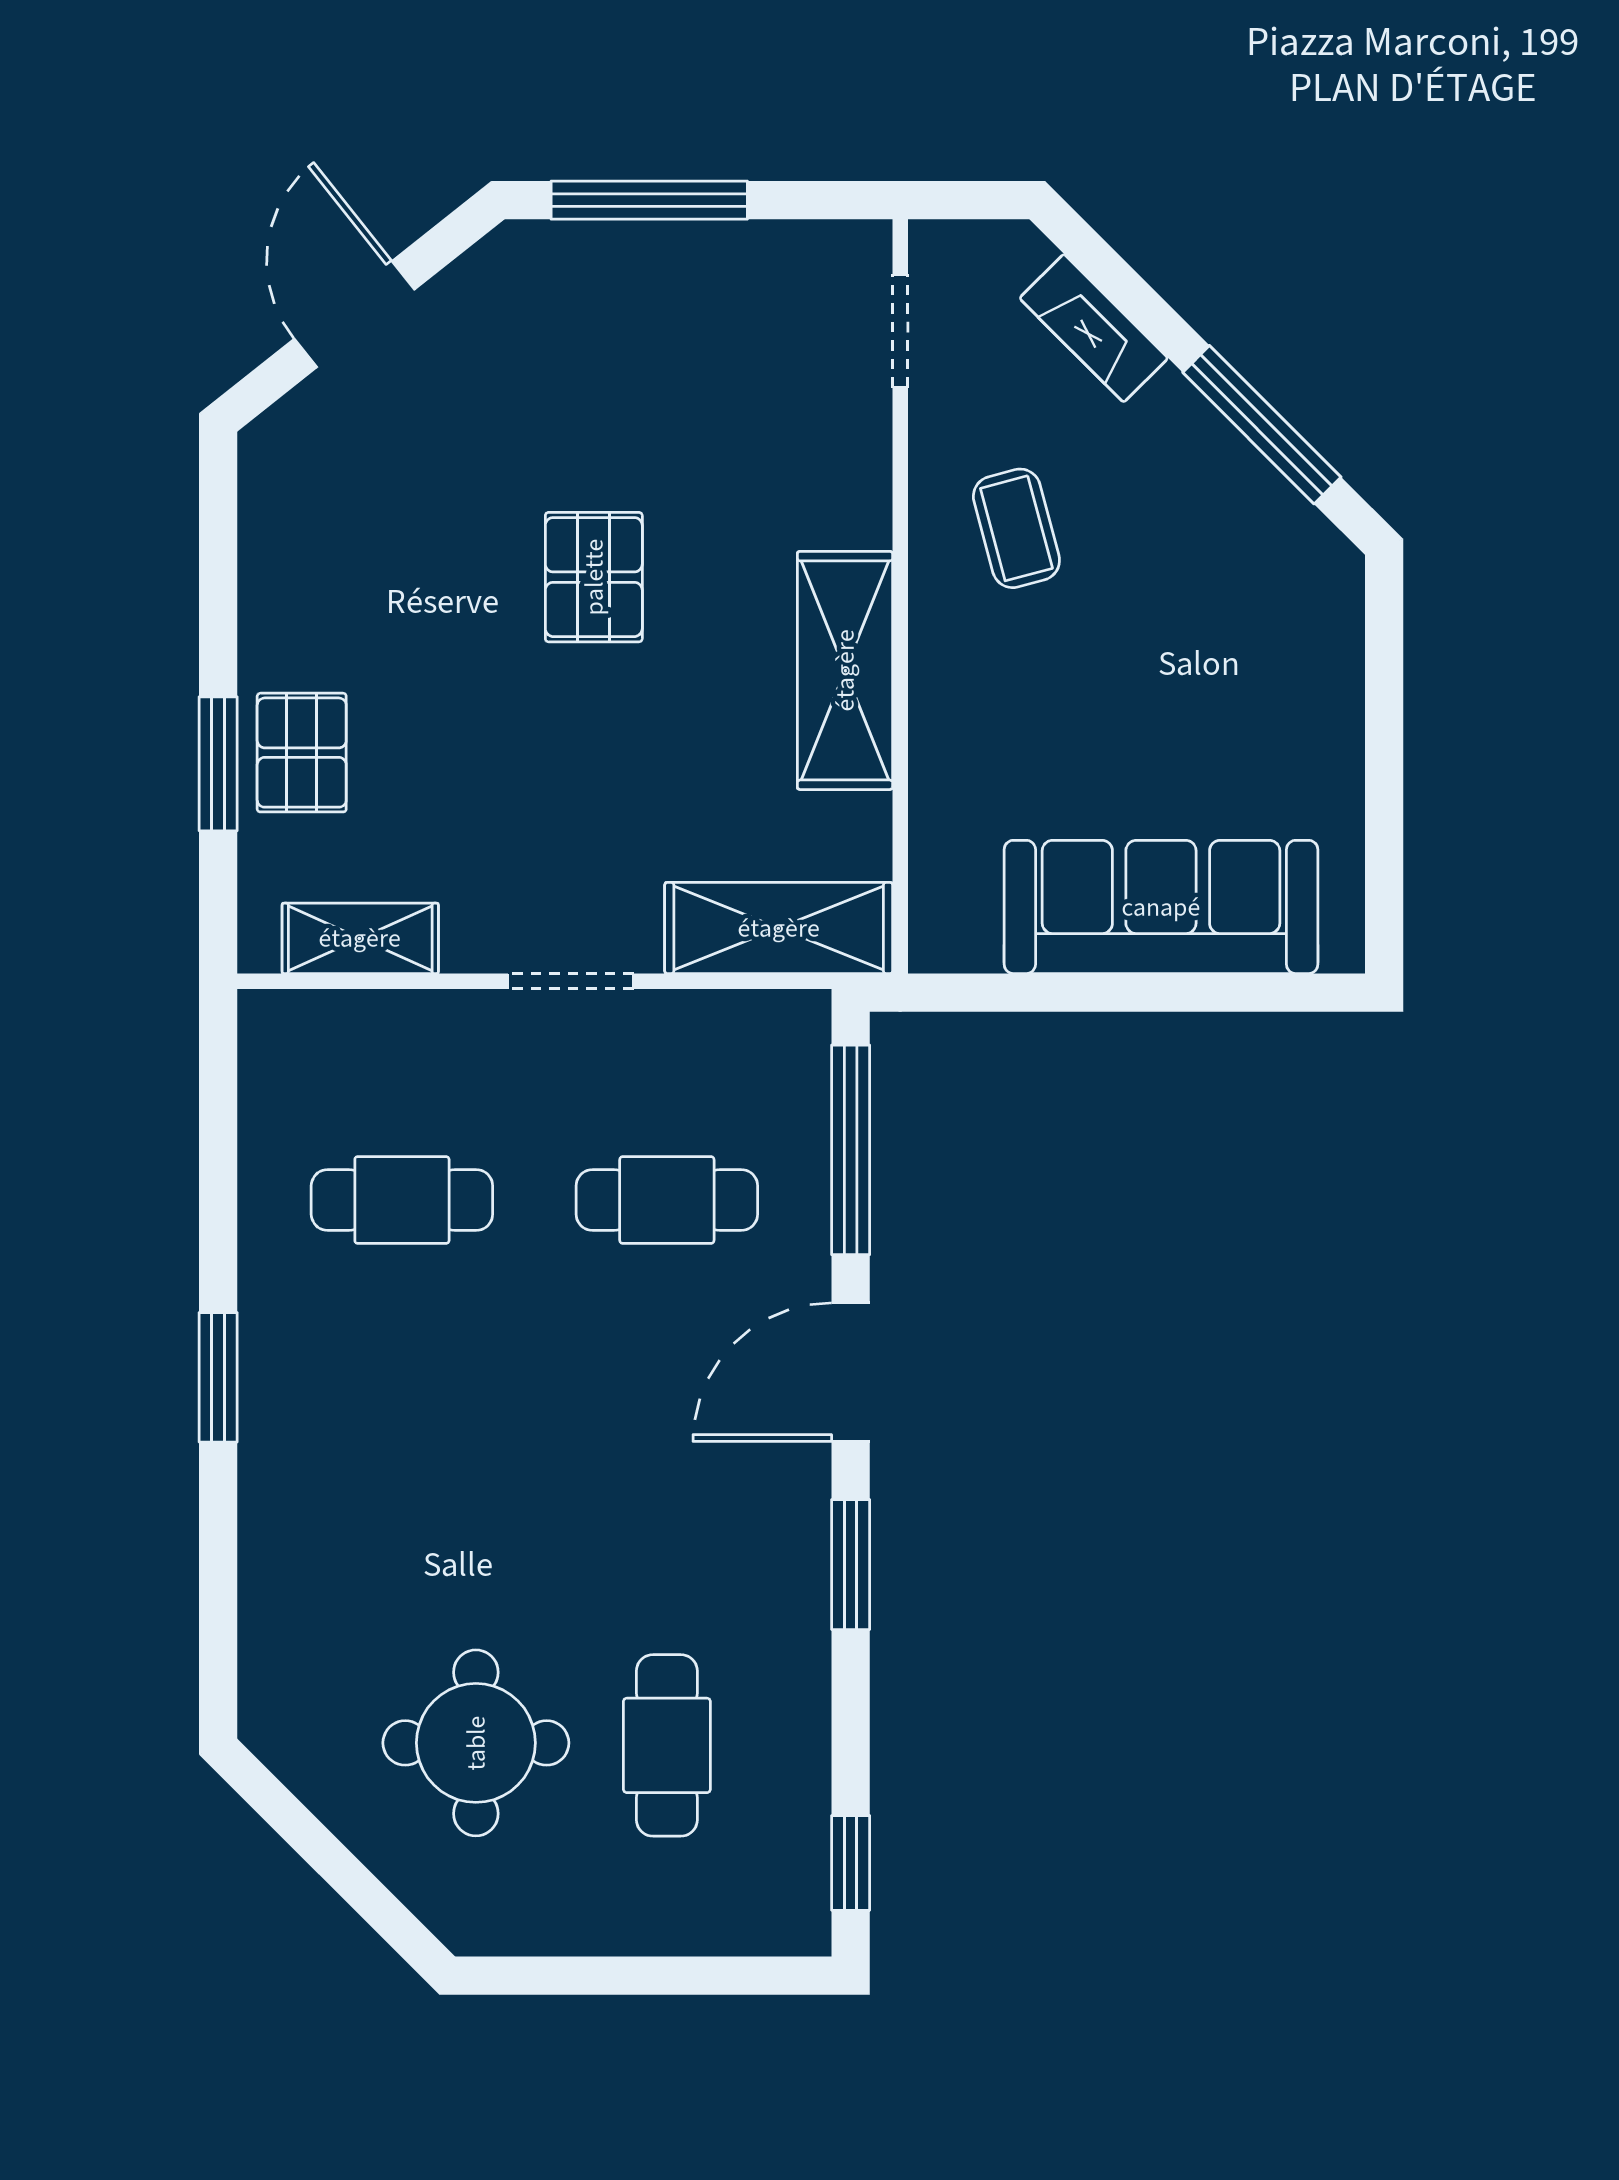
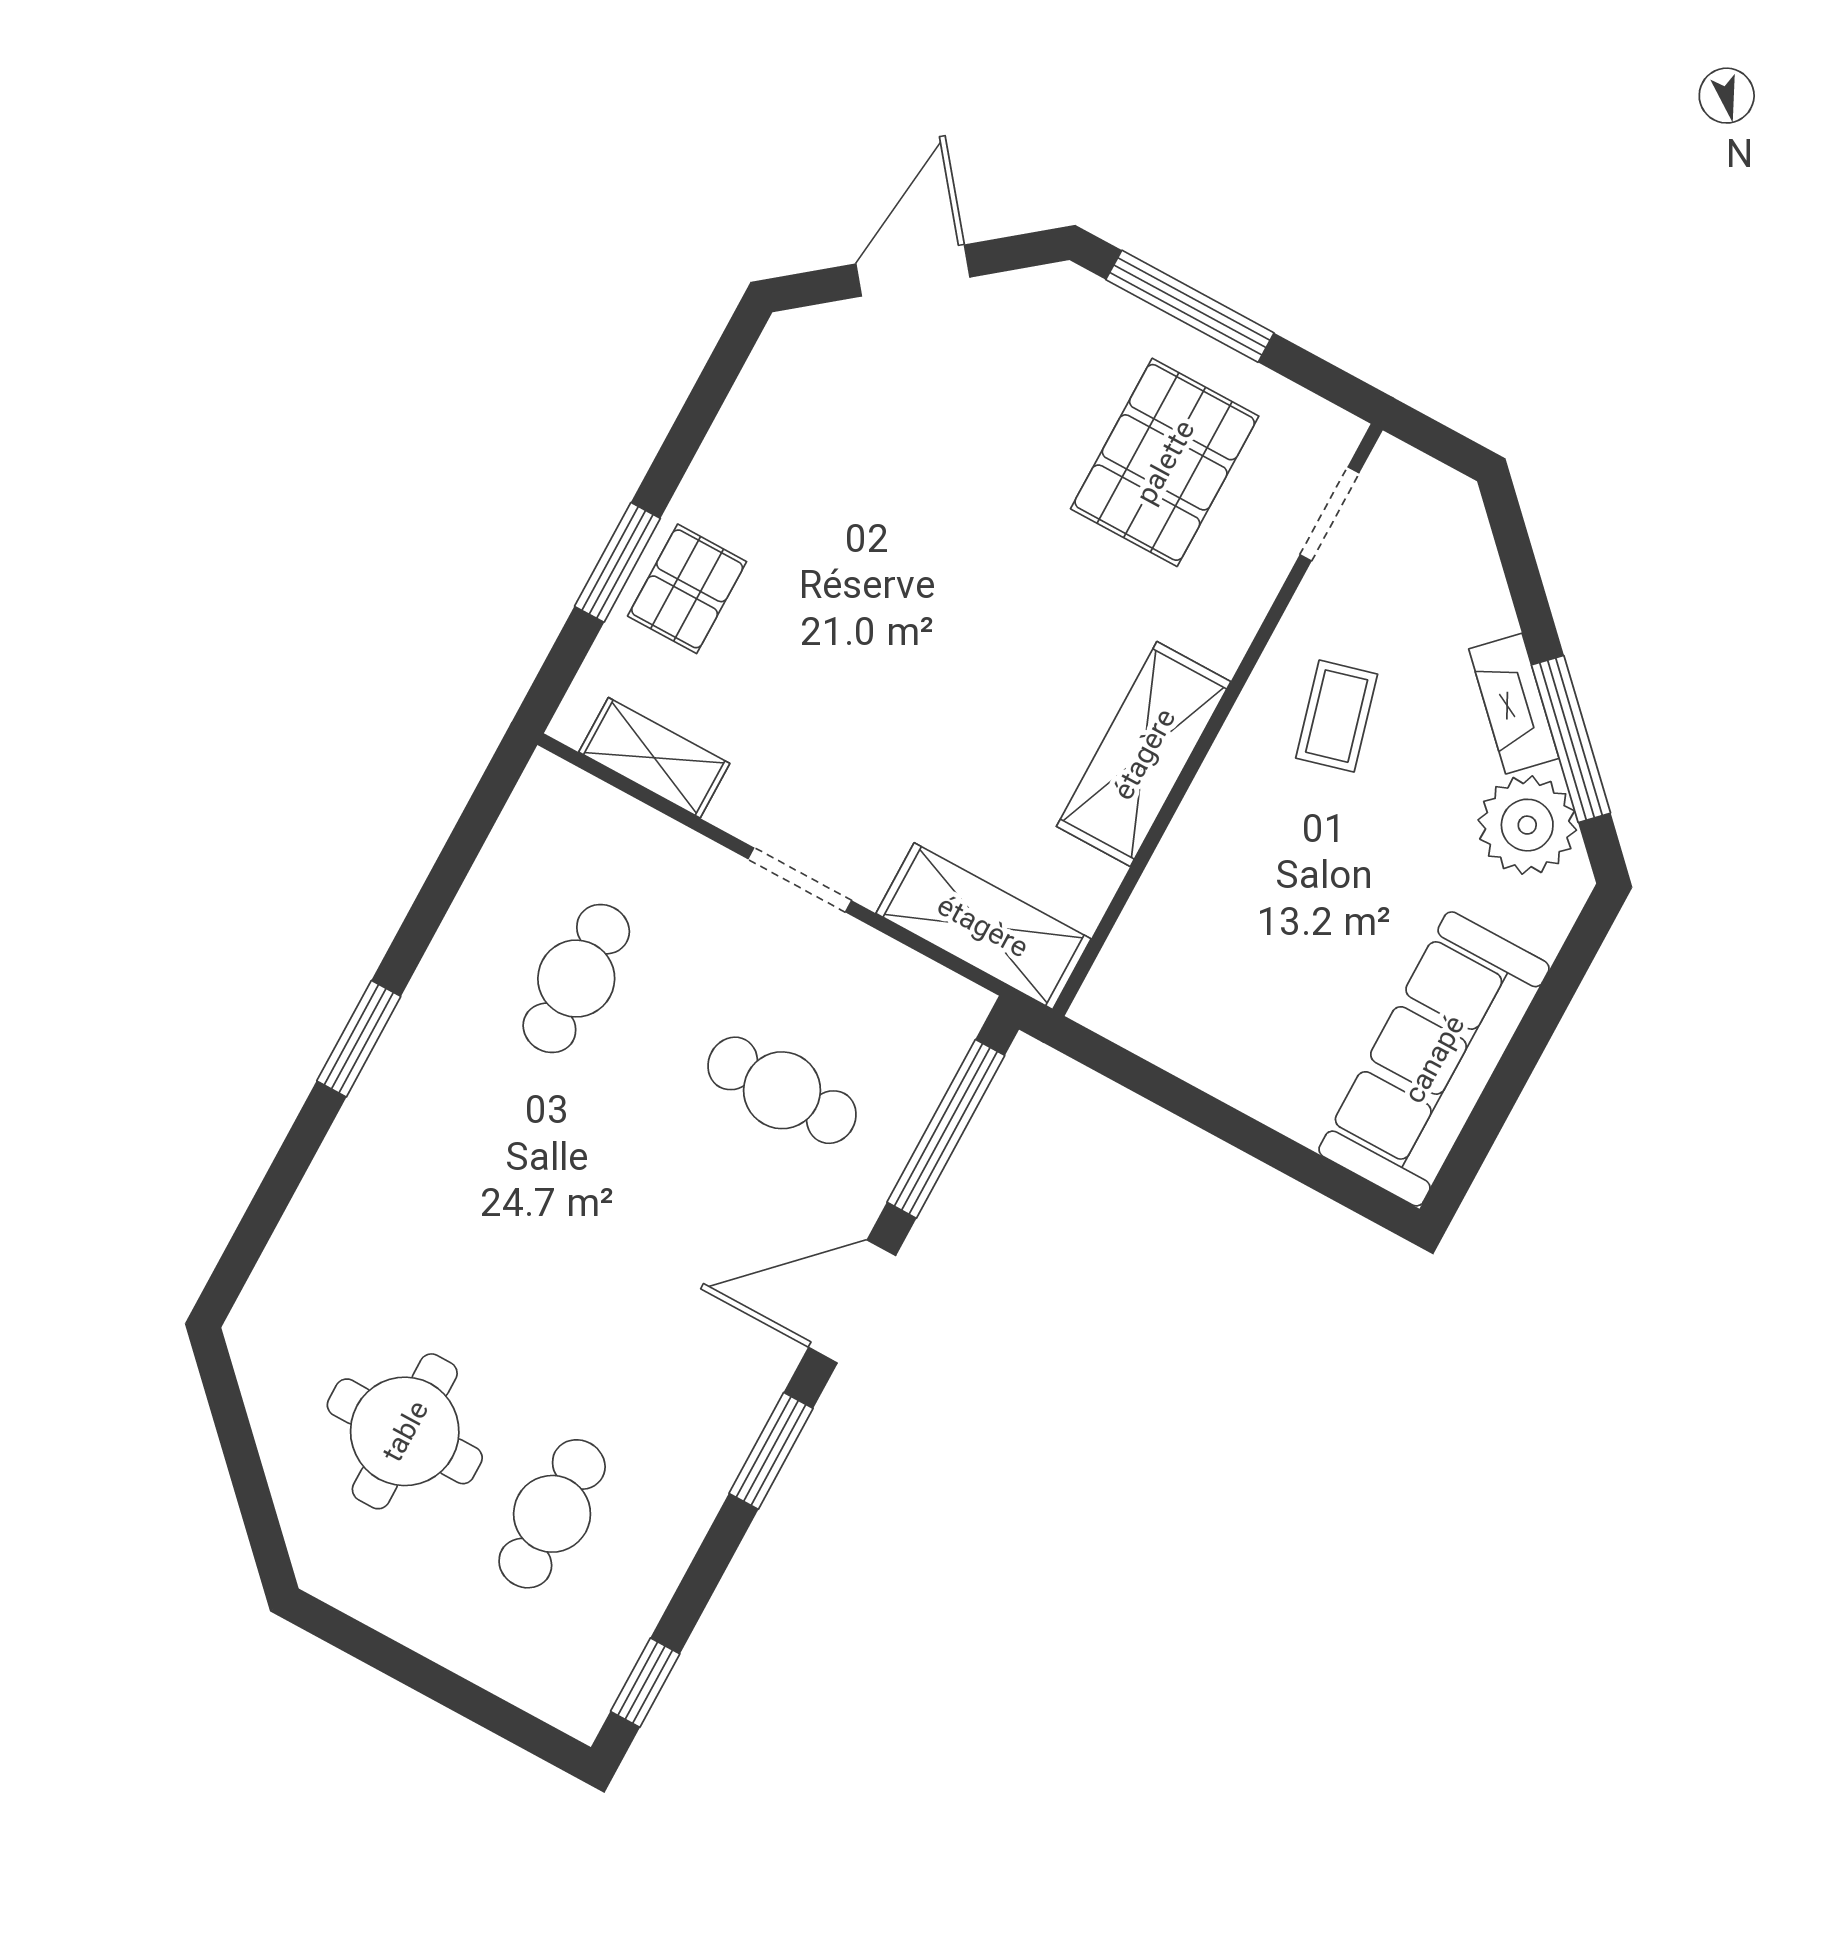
fireplace: (1094, 328) -> (1514, 704), moved
plant: (1265, 534) -> (1527, 825), added
pallet: (594, 577) -> (1165, 462), moved, width x1.50, depth x1.42
sofa: (1161, 907) -> (1434, 1059), moved, turned -90
cafe table: (402, 1200) -> (576, 979), turned 90

